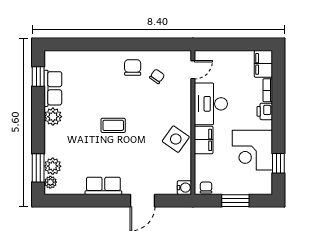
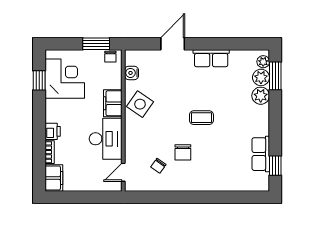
chair: (133, 67) -> (183, 152), moved
plant: (53, 117) -> (261, 96), moved
corner desk: (252, 150) -> (65, 79), moved
water cooler: (184, 188) -> (132, 73), moved
window: (235, 201) -> (96, 44), moved

